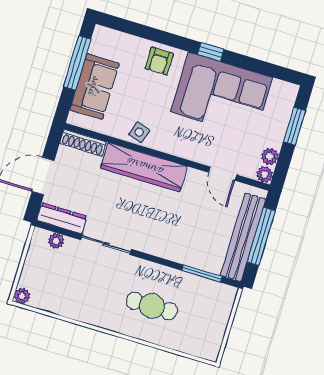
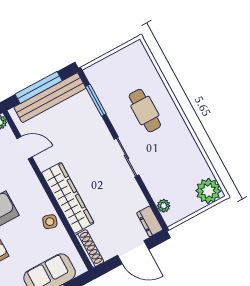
door: (223, 174) -> (25, 148), hinge flipped
dresser: (62, 218) -> (150, 221), width x0.70
sliding door: (106, 244) -> (127, 157), moved
plant: (22, 296) -> (208, 191), width x1.87, depth x1.87

